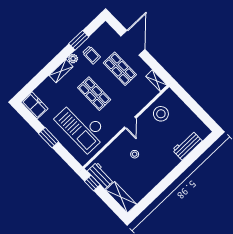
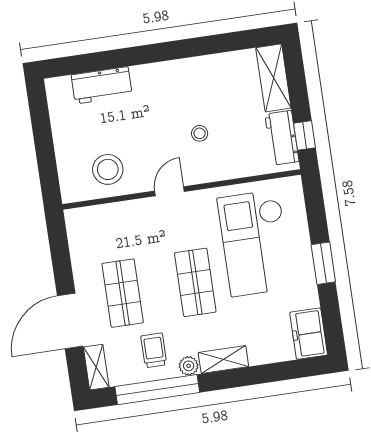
window: (79, 40) -> (157, 390), width x2.11
shelving: (156, 81) -> (96, 367), moved
checkout: (81, 126) -> (255, 243), turned 180

